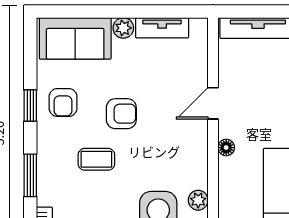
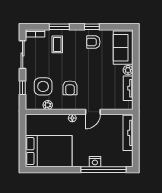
door: (213, 103) -> (93, 112), swing flipped
armchair: (121, 114) -> (70, 88), moved
coffee table: (96, 159) -> (57, 44), moved

